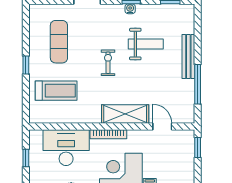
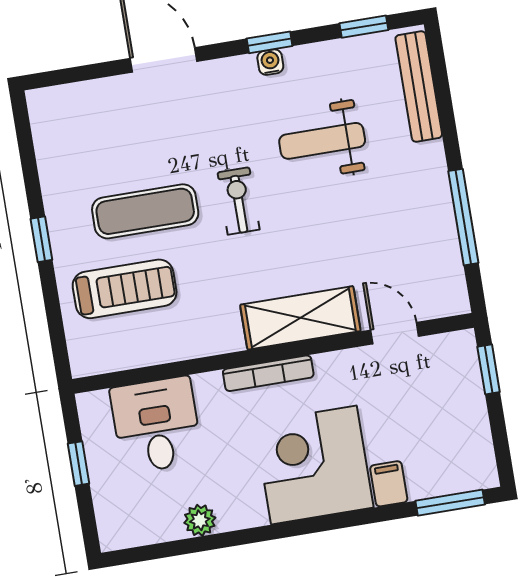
exercise mat: (59, 42) -> (145, 211), moved, turned 90
weight bench: (146, 44) -> (322, 141), turned 180
bench: (188, 56) -> (419, 86), moved
desk: (66, 148) -> (156, 425), width x0.73

